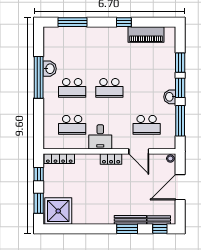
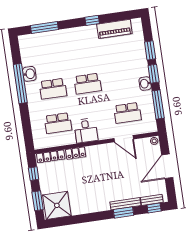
locker: (111, 159) -> (76, 153), moved

